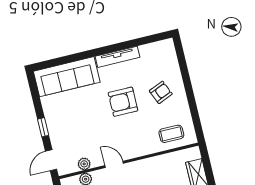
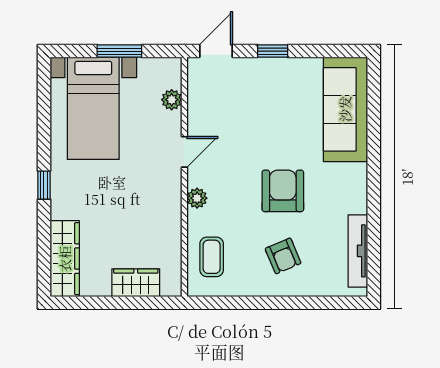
tv unit: (117, 57) -> (358, 251), moved
door: (51, 160) -> (216, 51), hinge flipped
plant: (84, 164) -> (197, 198), moved

